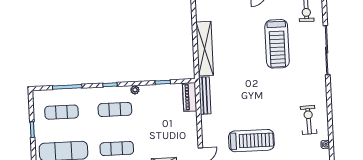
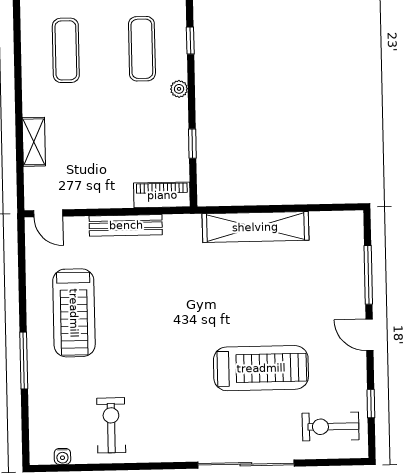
treadmill: (277, 44) -> (261, 368), turned 180
bench: (205, 96) -> (126, 225), moved
exercise bike: (309, 120) -> (111, 425), turned -88

